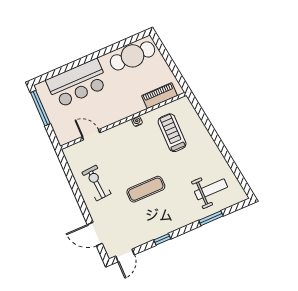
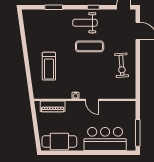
treadmill: (172, 133) -> (49, 66), moved
door: (91, 135) -> (92, 100), moved
weight bench: (211, 189) -> (85, 23), moved

